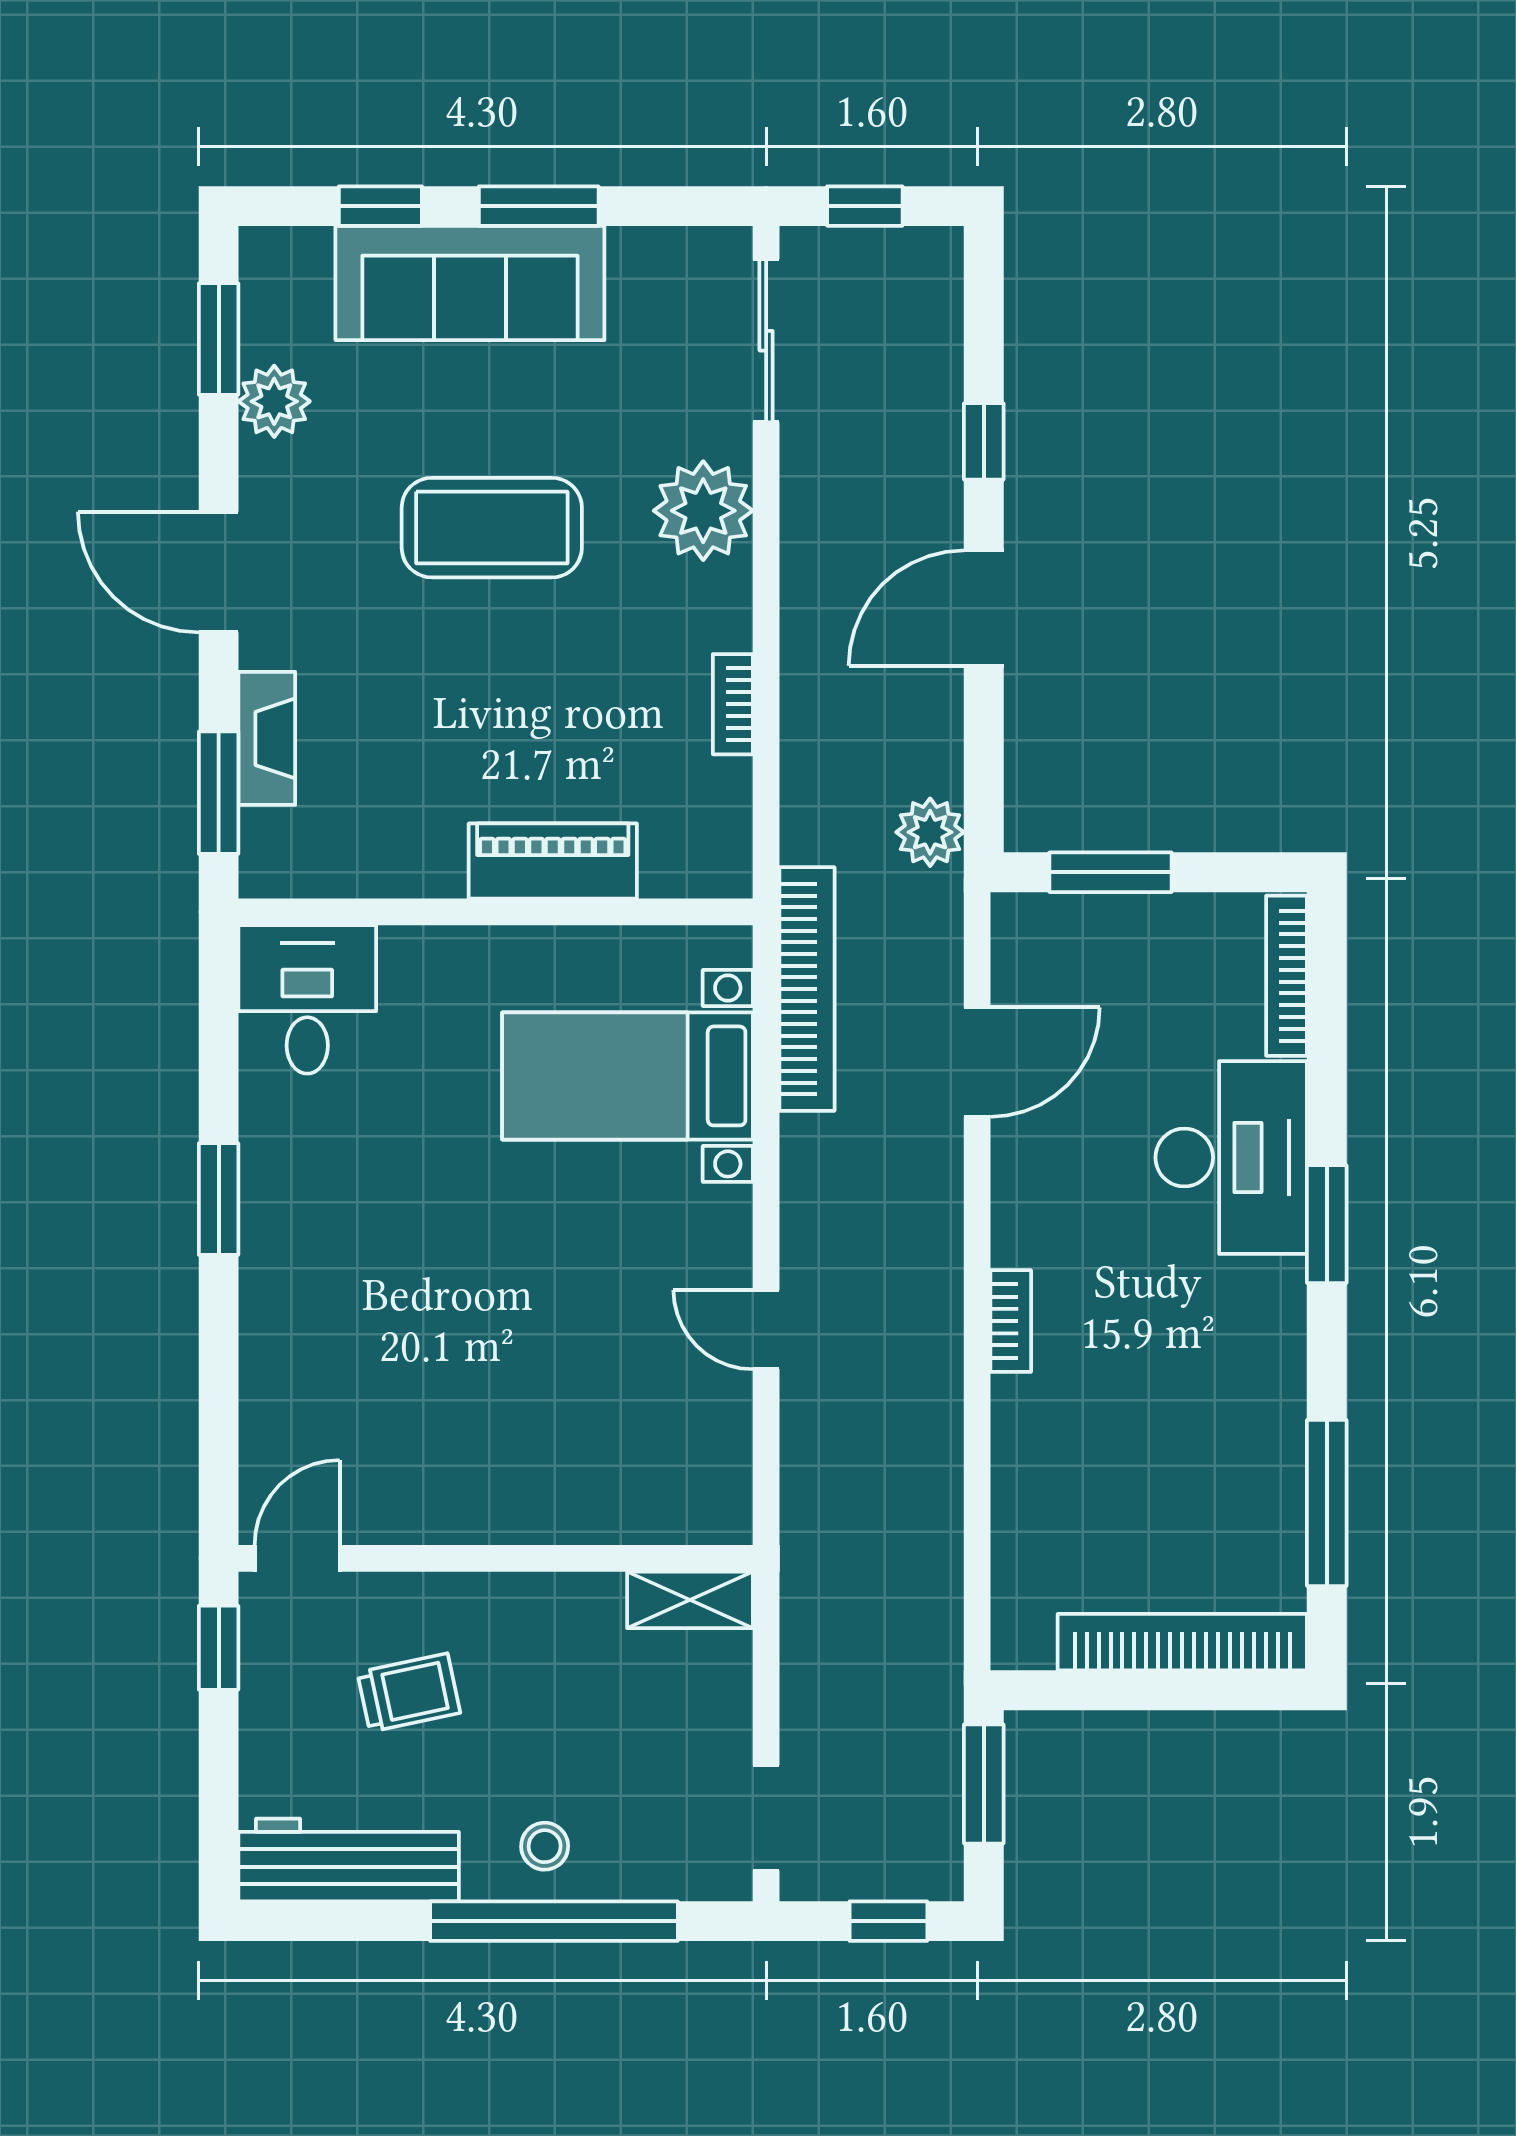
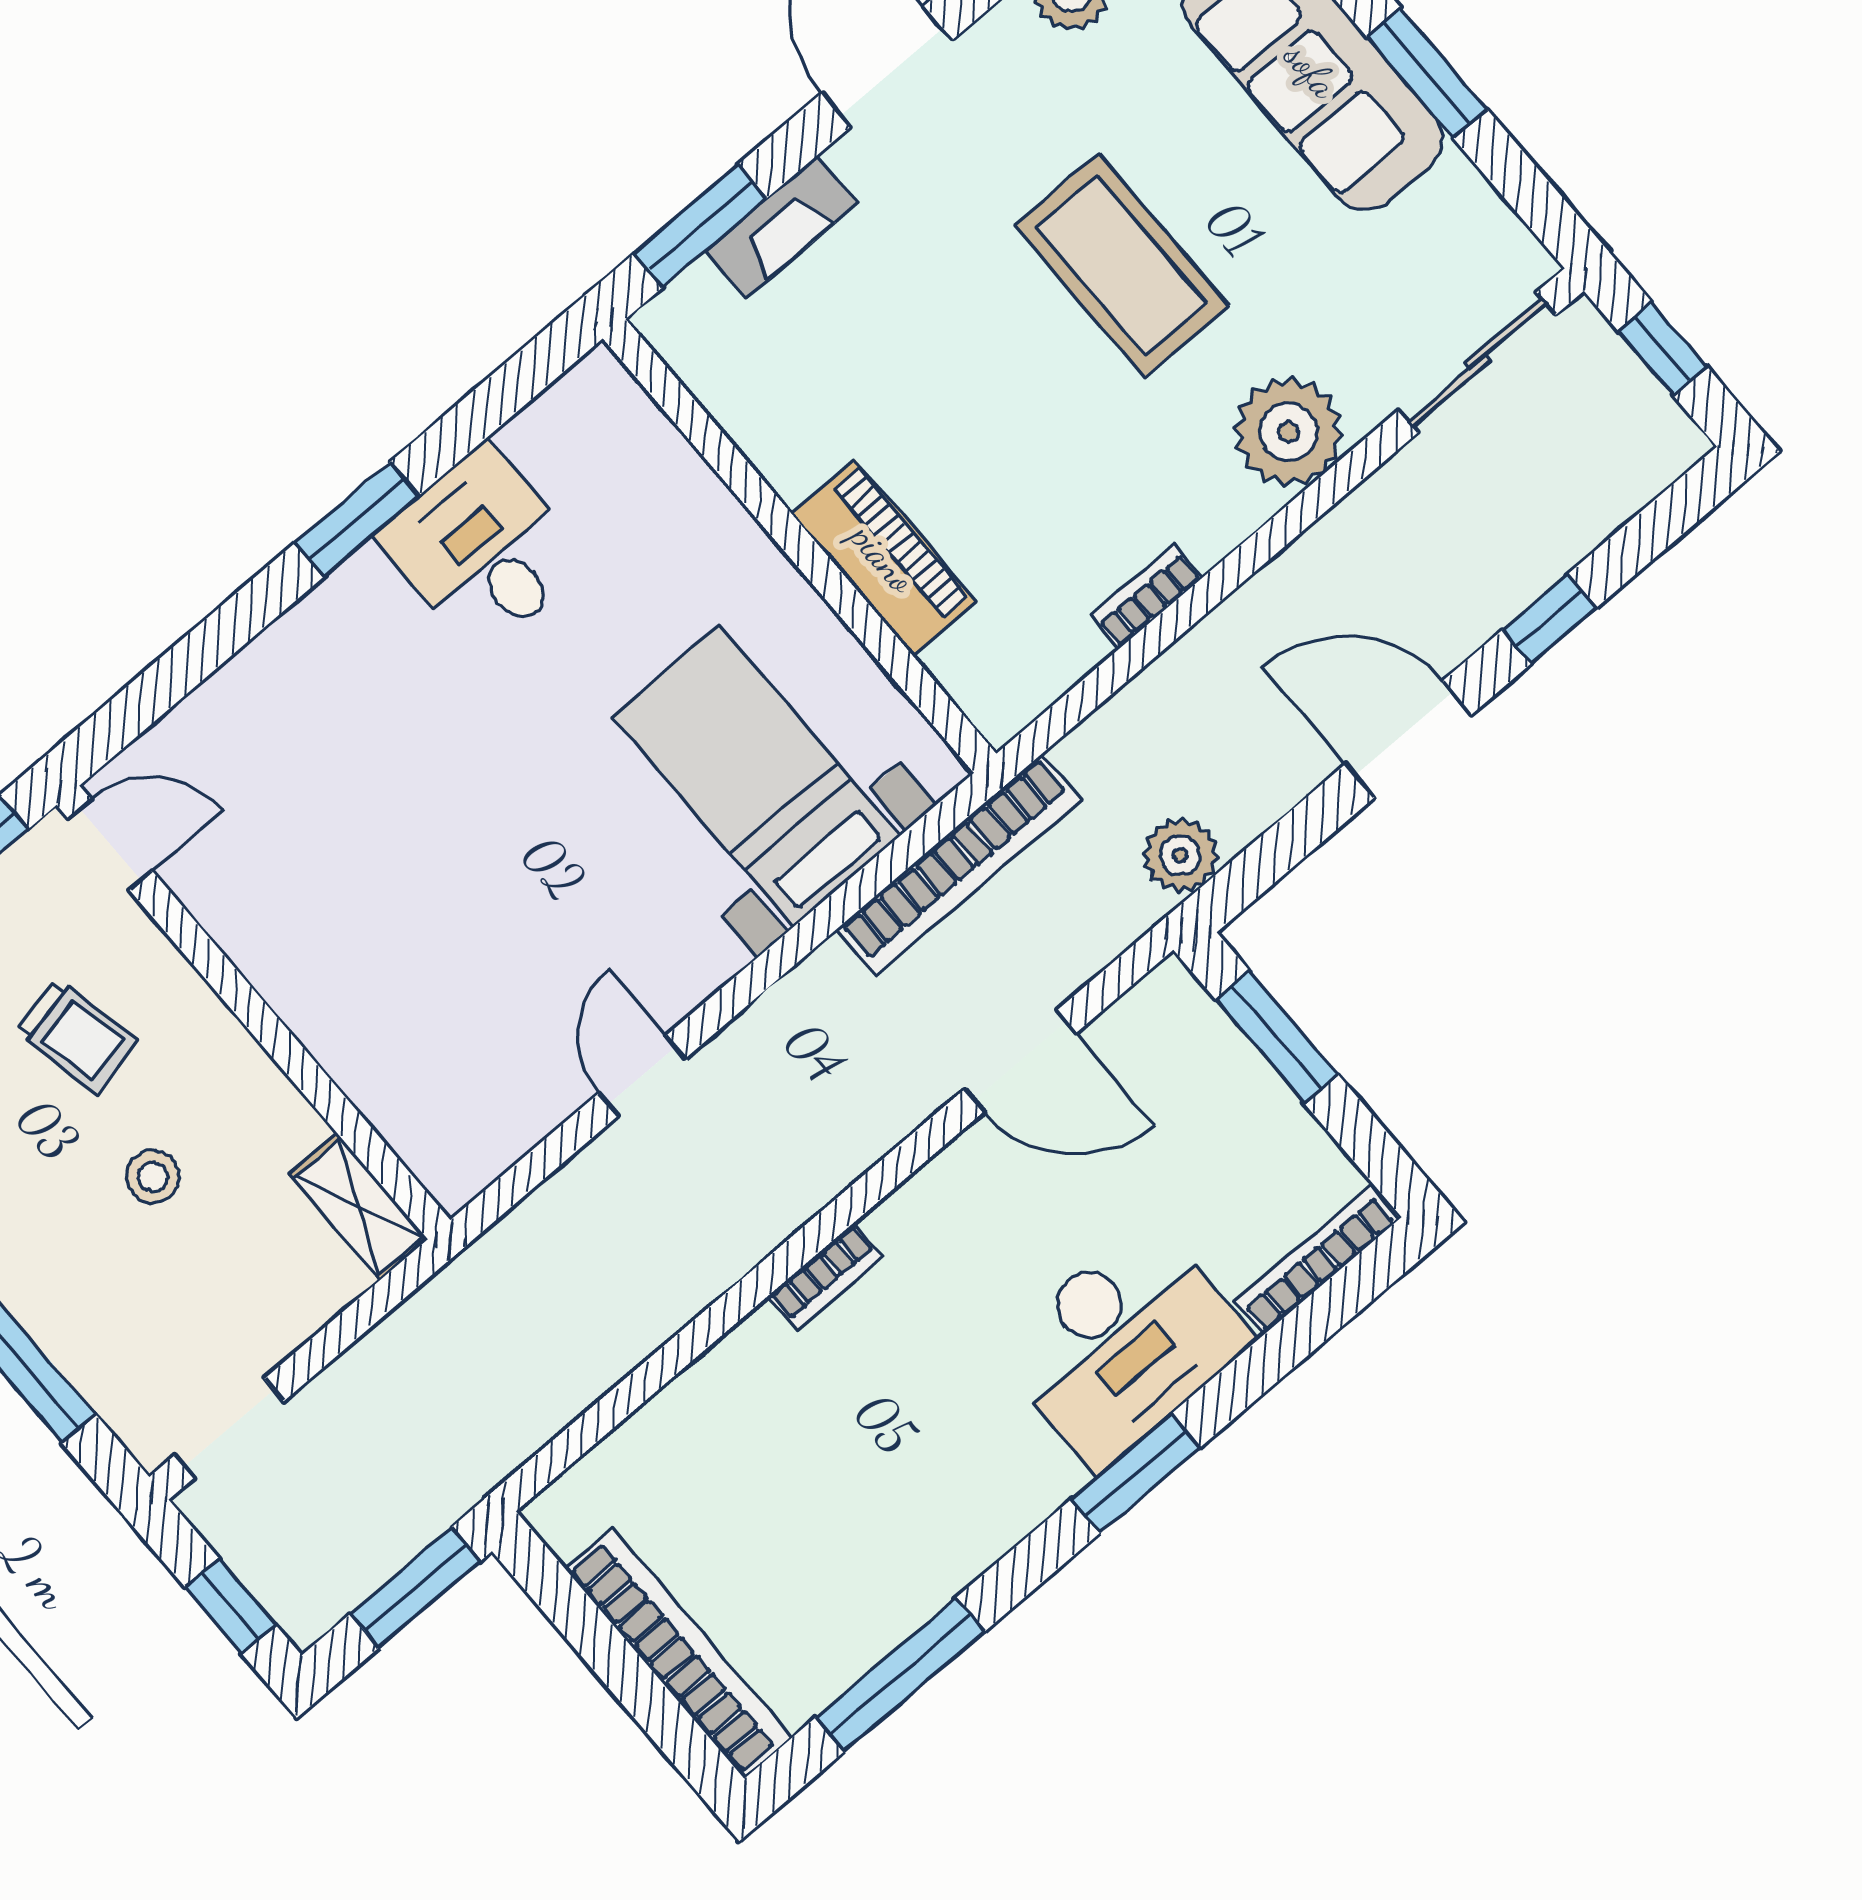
desk: (307, 999) -> (483, 549), moved, turned -90
stool: (545, 1846) -> (153, 1177), moved

